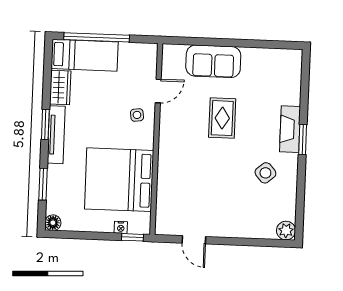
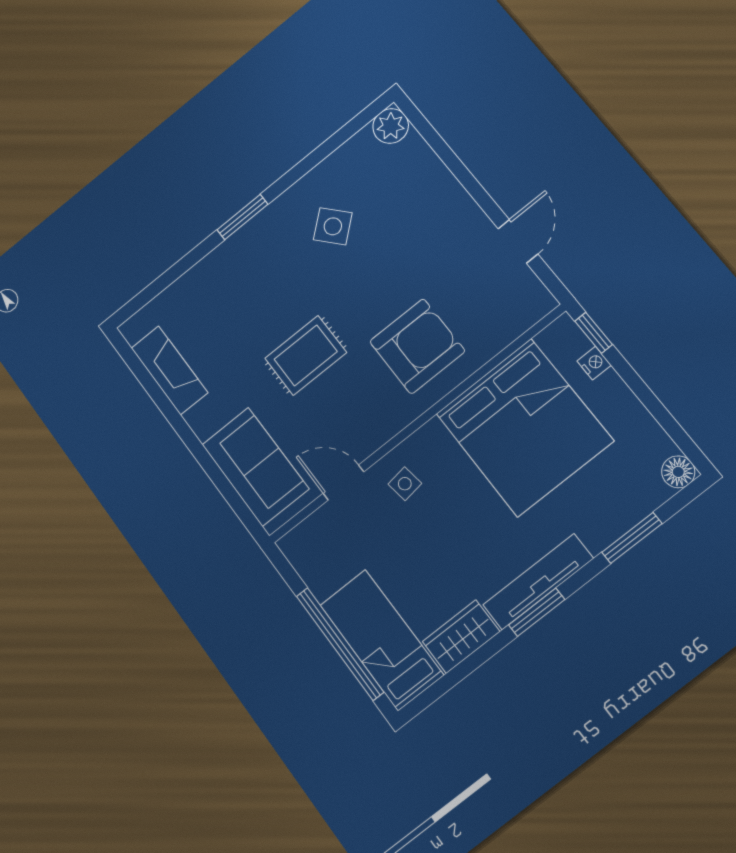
sofa: (213, 61) -> (255, 467), moved
fireplace: (290, 129) -> (169, 370), moved, turned -90
armchair: (187, 165) -> (417, 346), added

